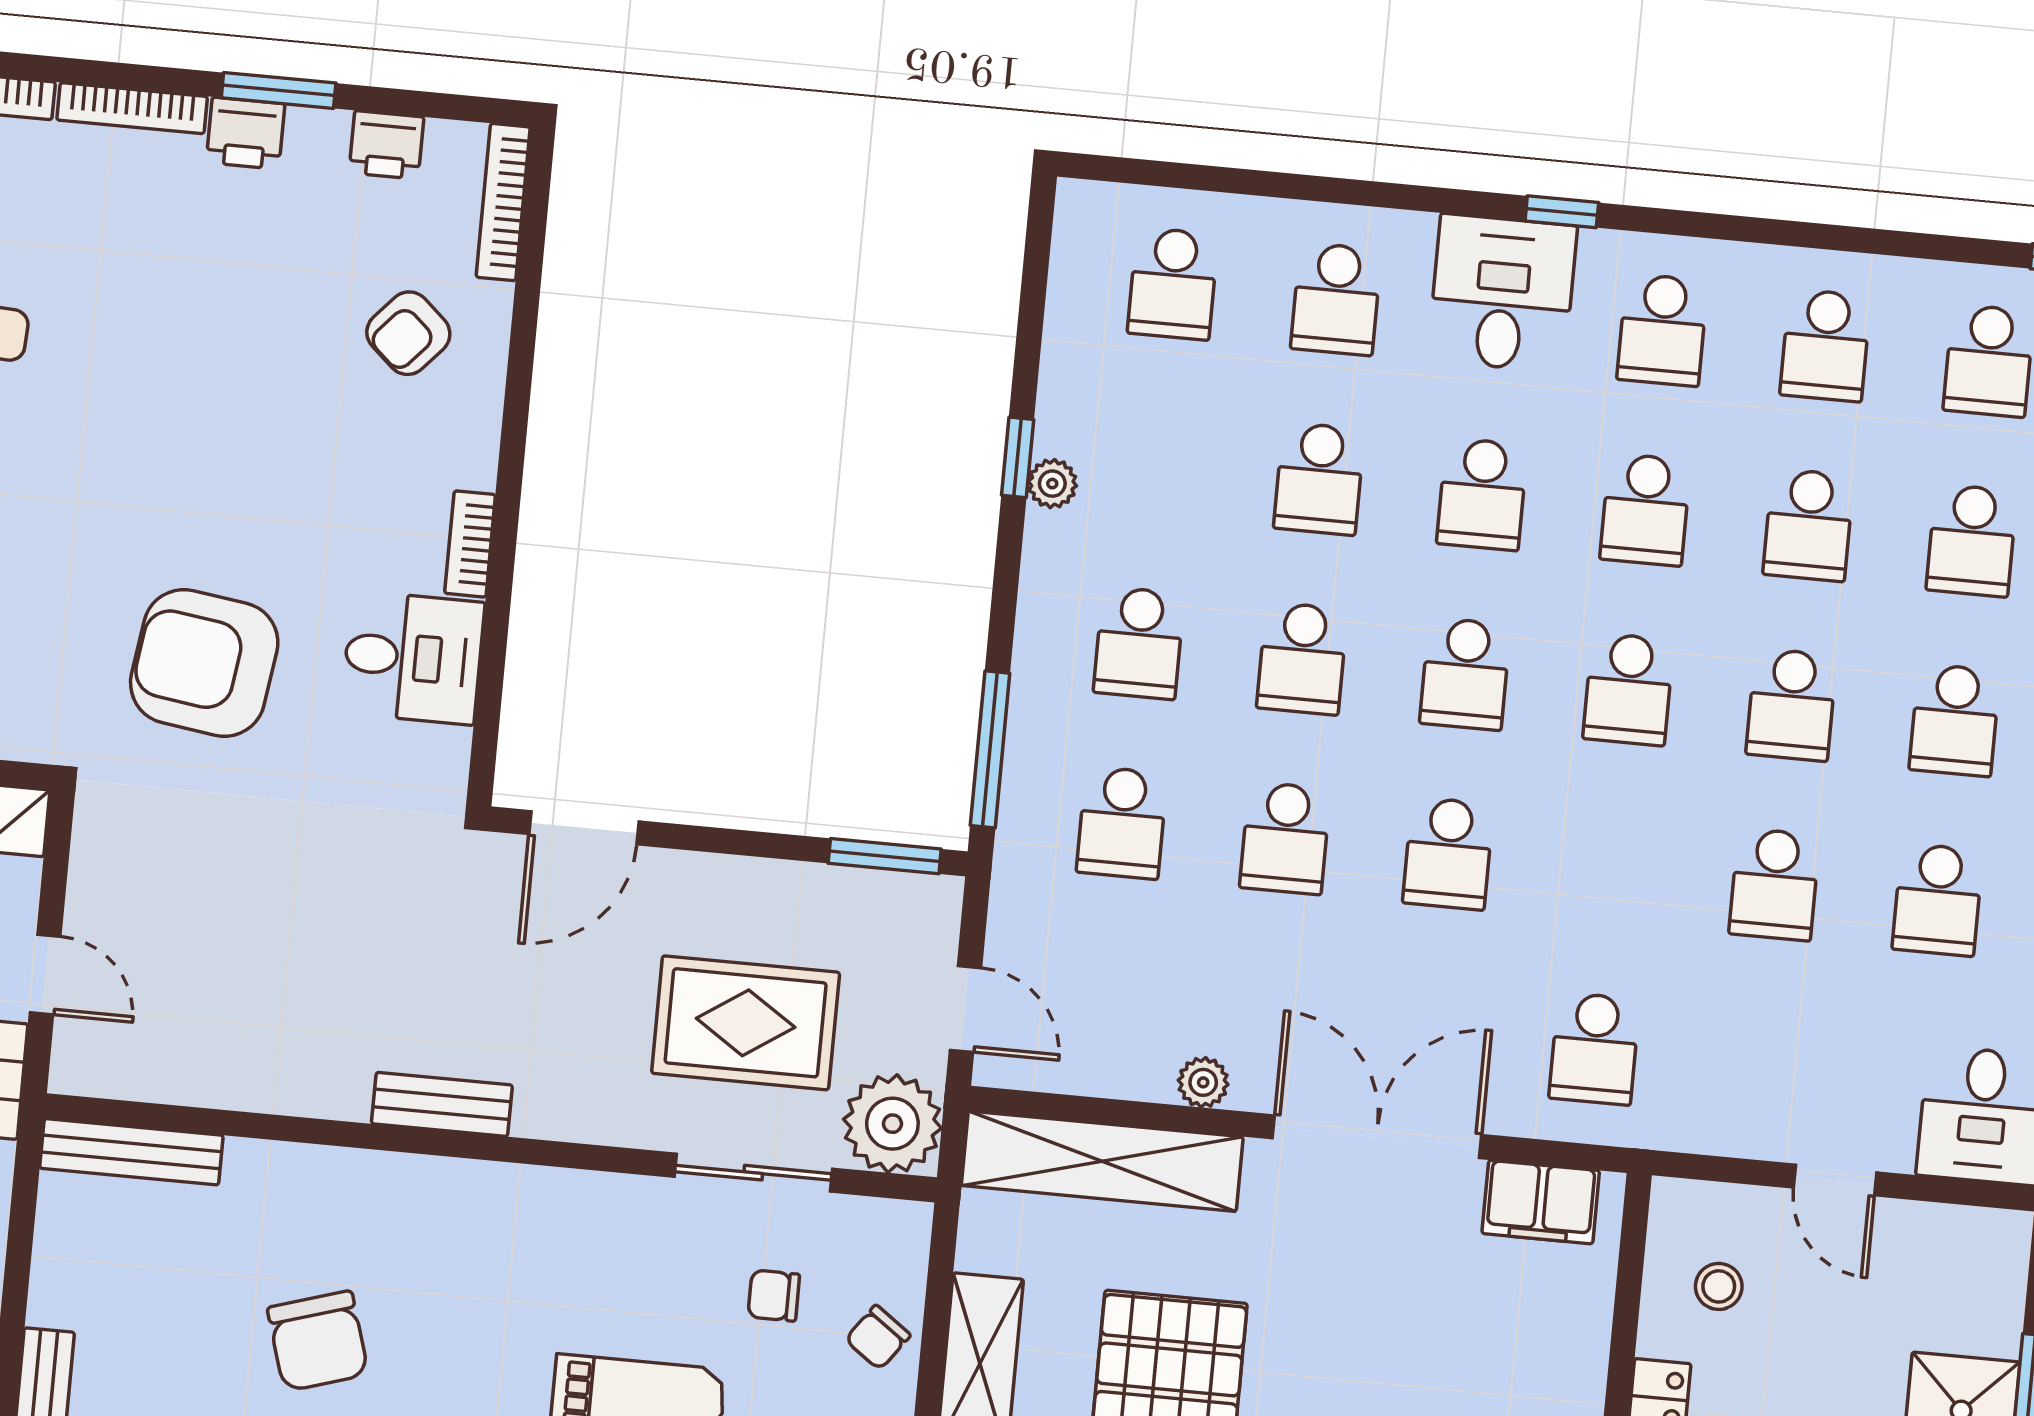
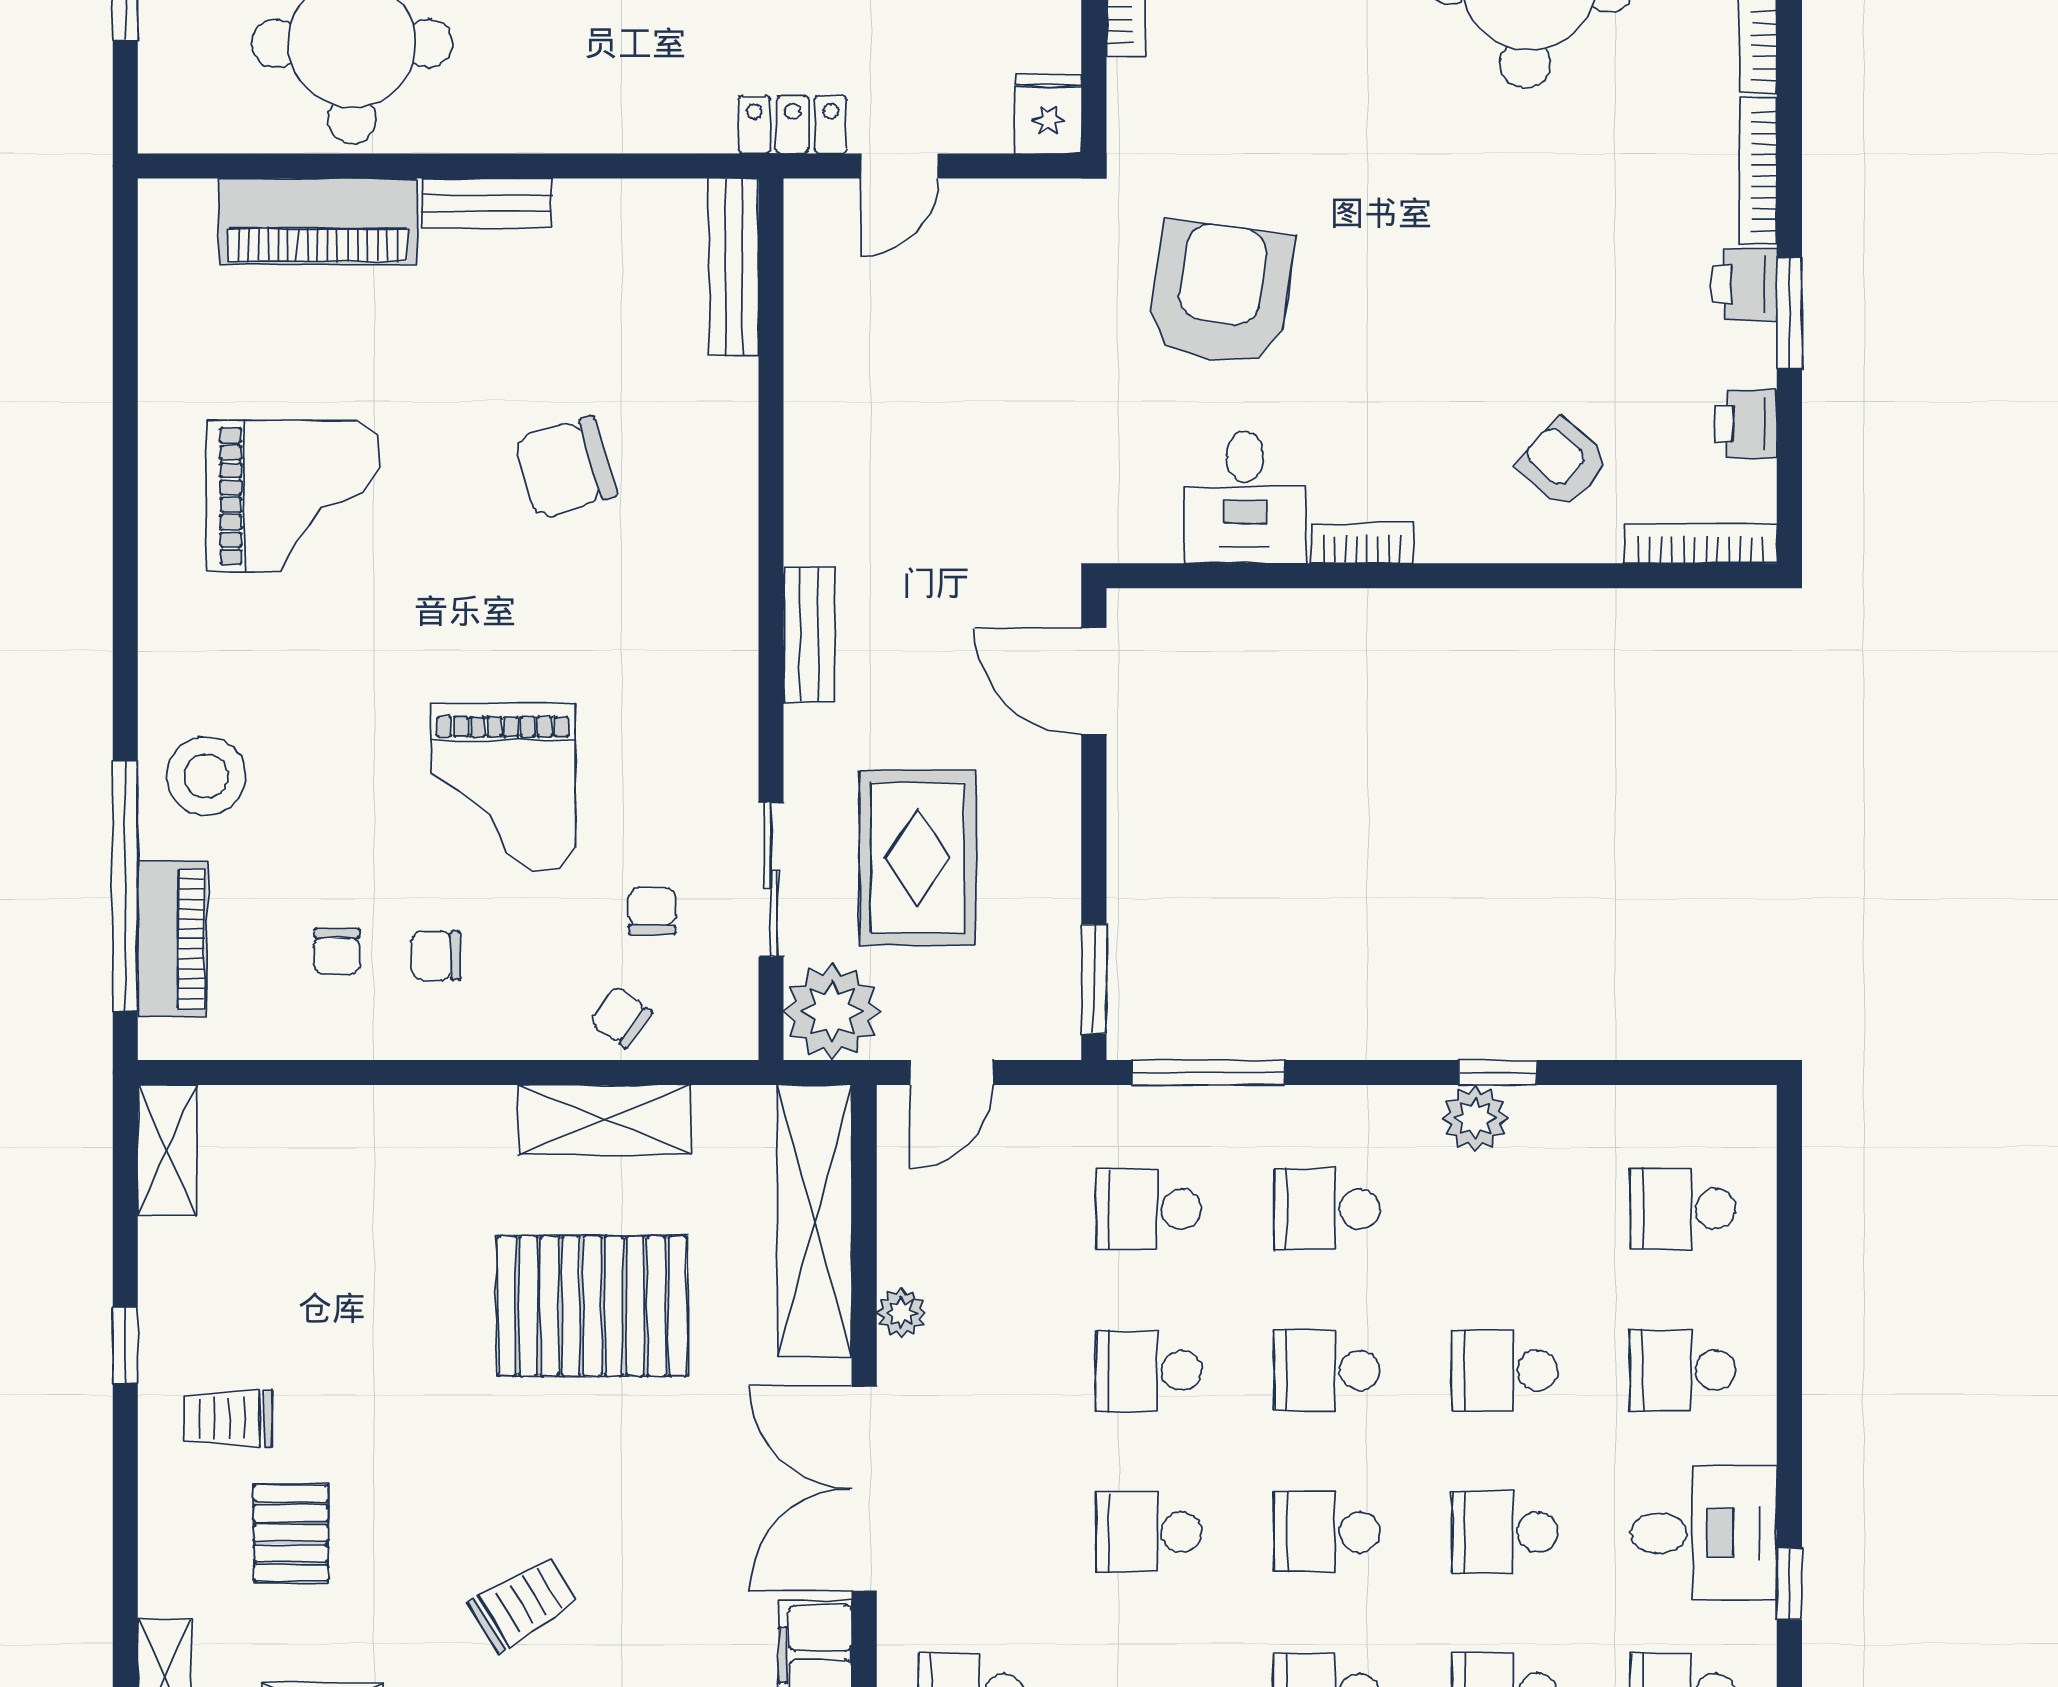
plant: (1052, 484) -> (1475, 1118), width x1.38, depth x1.38
bench: (442, 1104) -> (809, 635), moved
double door: (1377, 1137) -> (864, 1488), swing flipped

